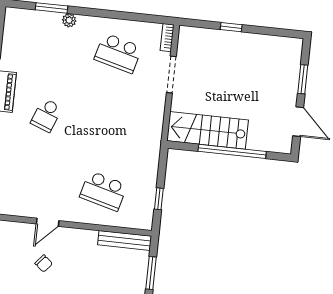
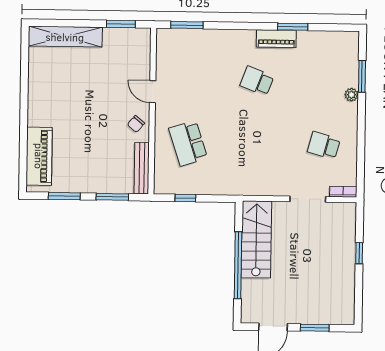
school desk: (118, 53) -> (324, 145), width x0.54
school desk: (103, 191) -> (188, 143), turned -33
chair: (44, 263) -> (136, 124), moved

